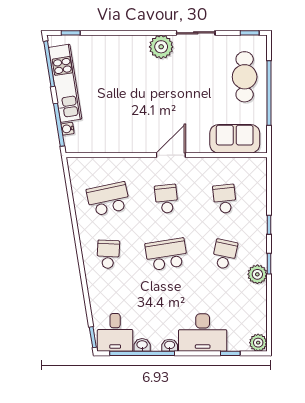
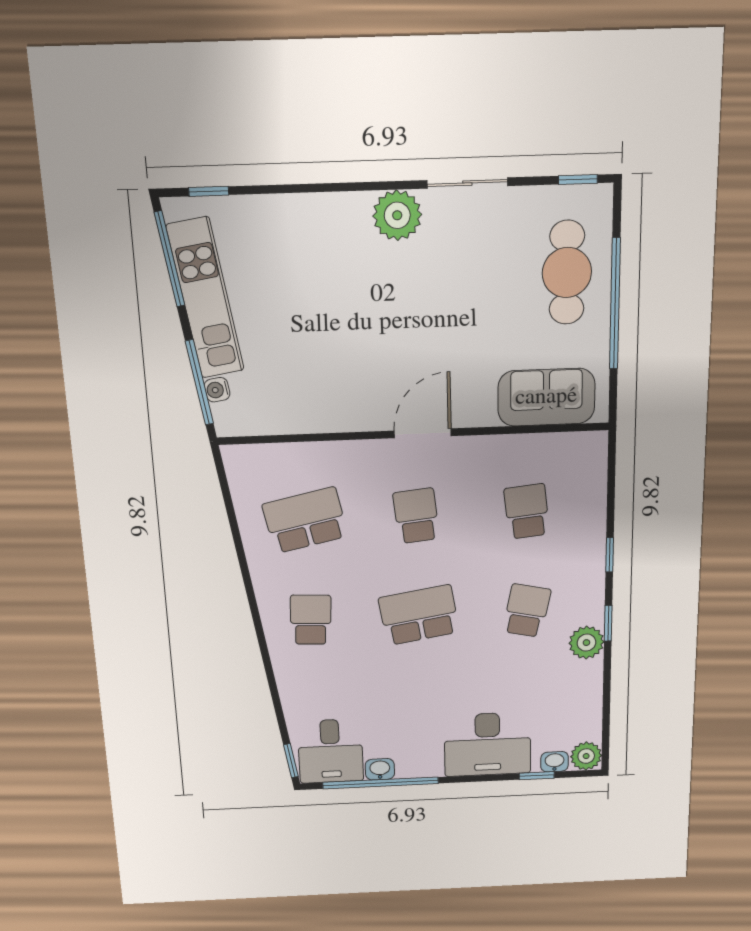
washbasin: (170, 345) -> (555, 762), moved

